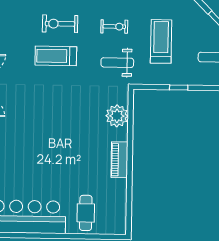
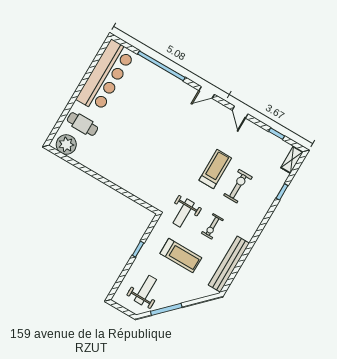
weight bench: (117, 63) -> (184, 213), turned 180
plant: (117, 116) -> (66, 145), moved
piano: (119, 160) -> (108, 173), removed

